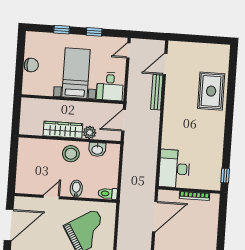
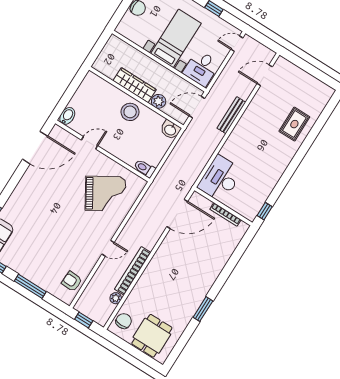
rug: (211, 91) -> (294, 124), width x0.73, depth x0.70
bench: (157, 92) -> (231, 115), moved
washbasin: (97, 150) -> (170, 130), moved
bidet: (76, 189) -> (67, 116), moved

